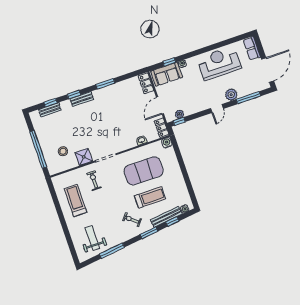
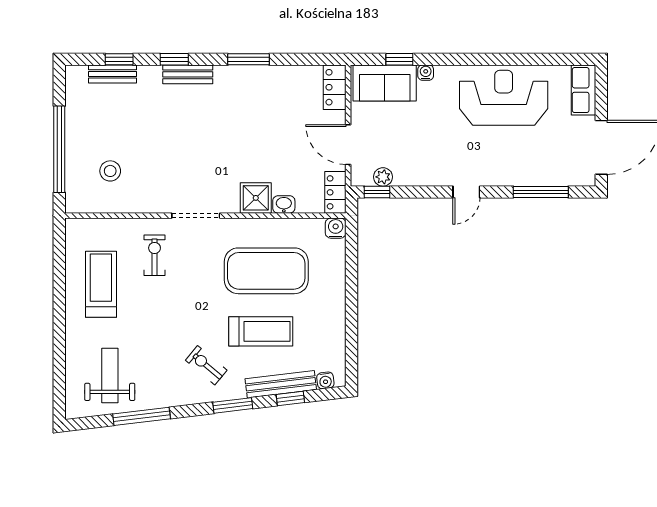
plant: (231, 95) -> (506, 173), removed
door: (160, 106) -> (348, 145), hinge flipped
shower: (84, 157) -> (256, 198), moved

